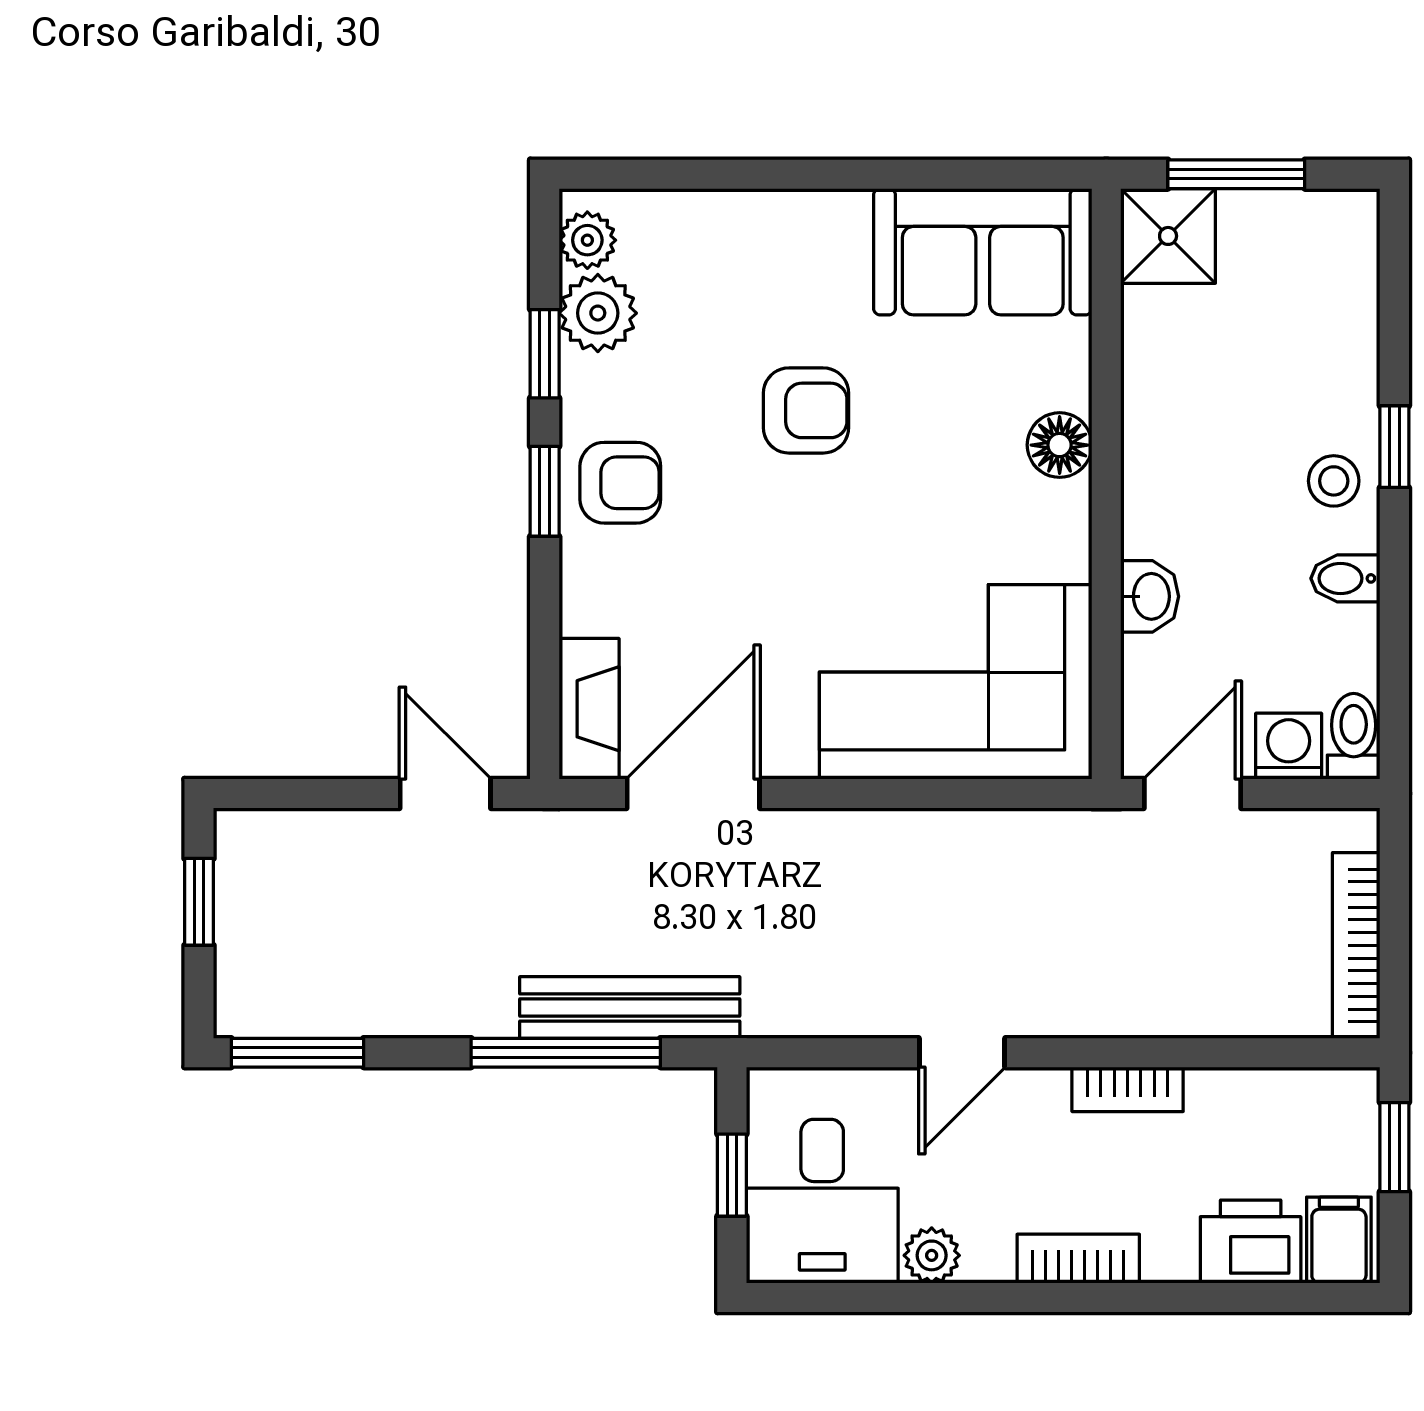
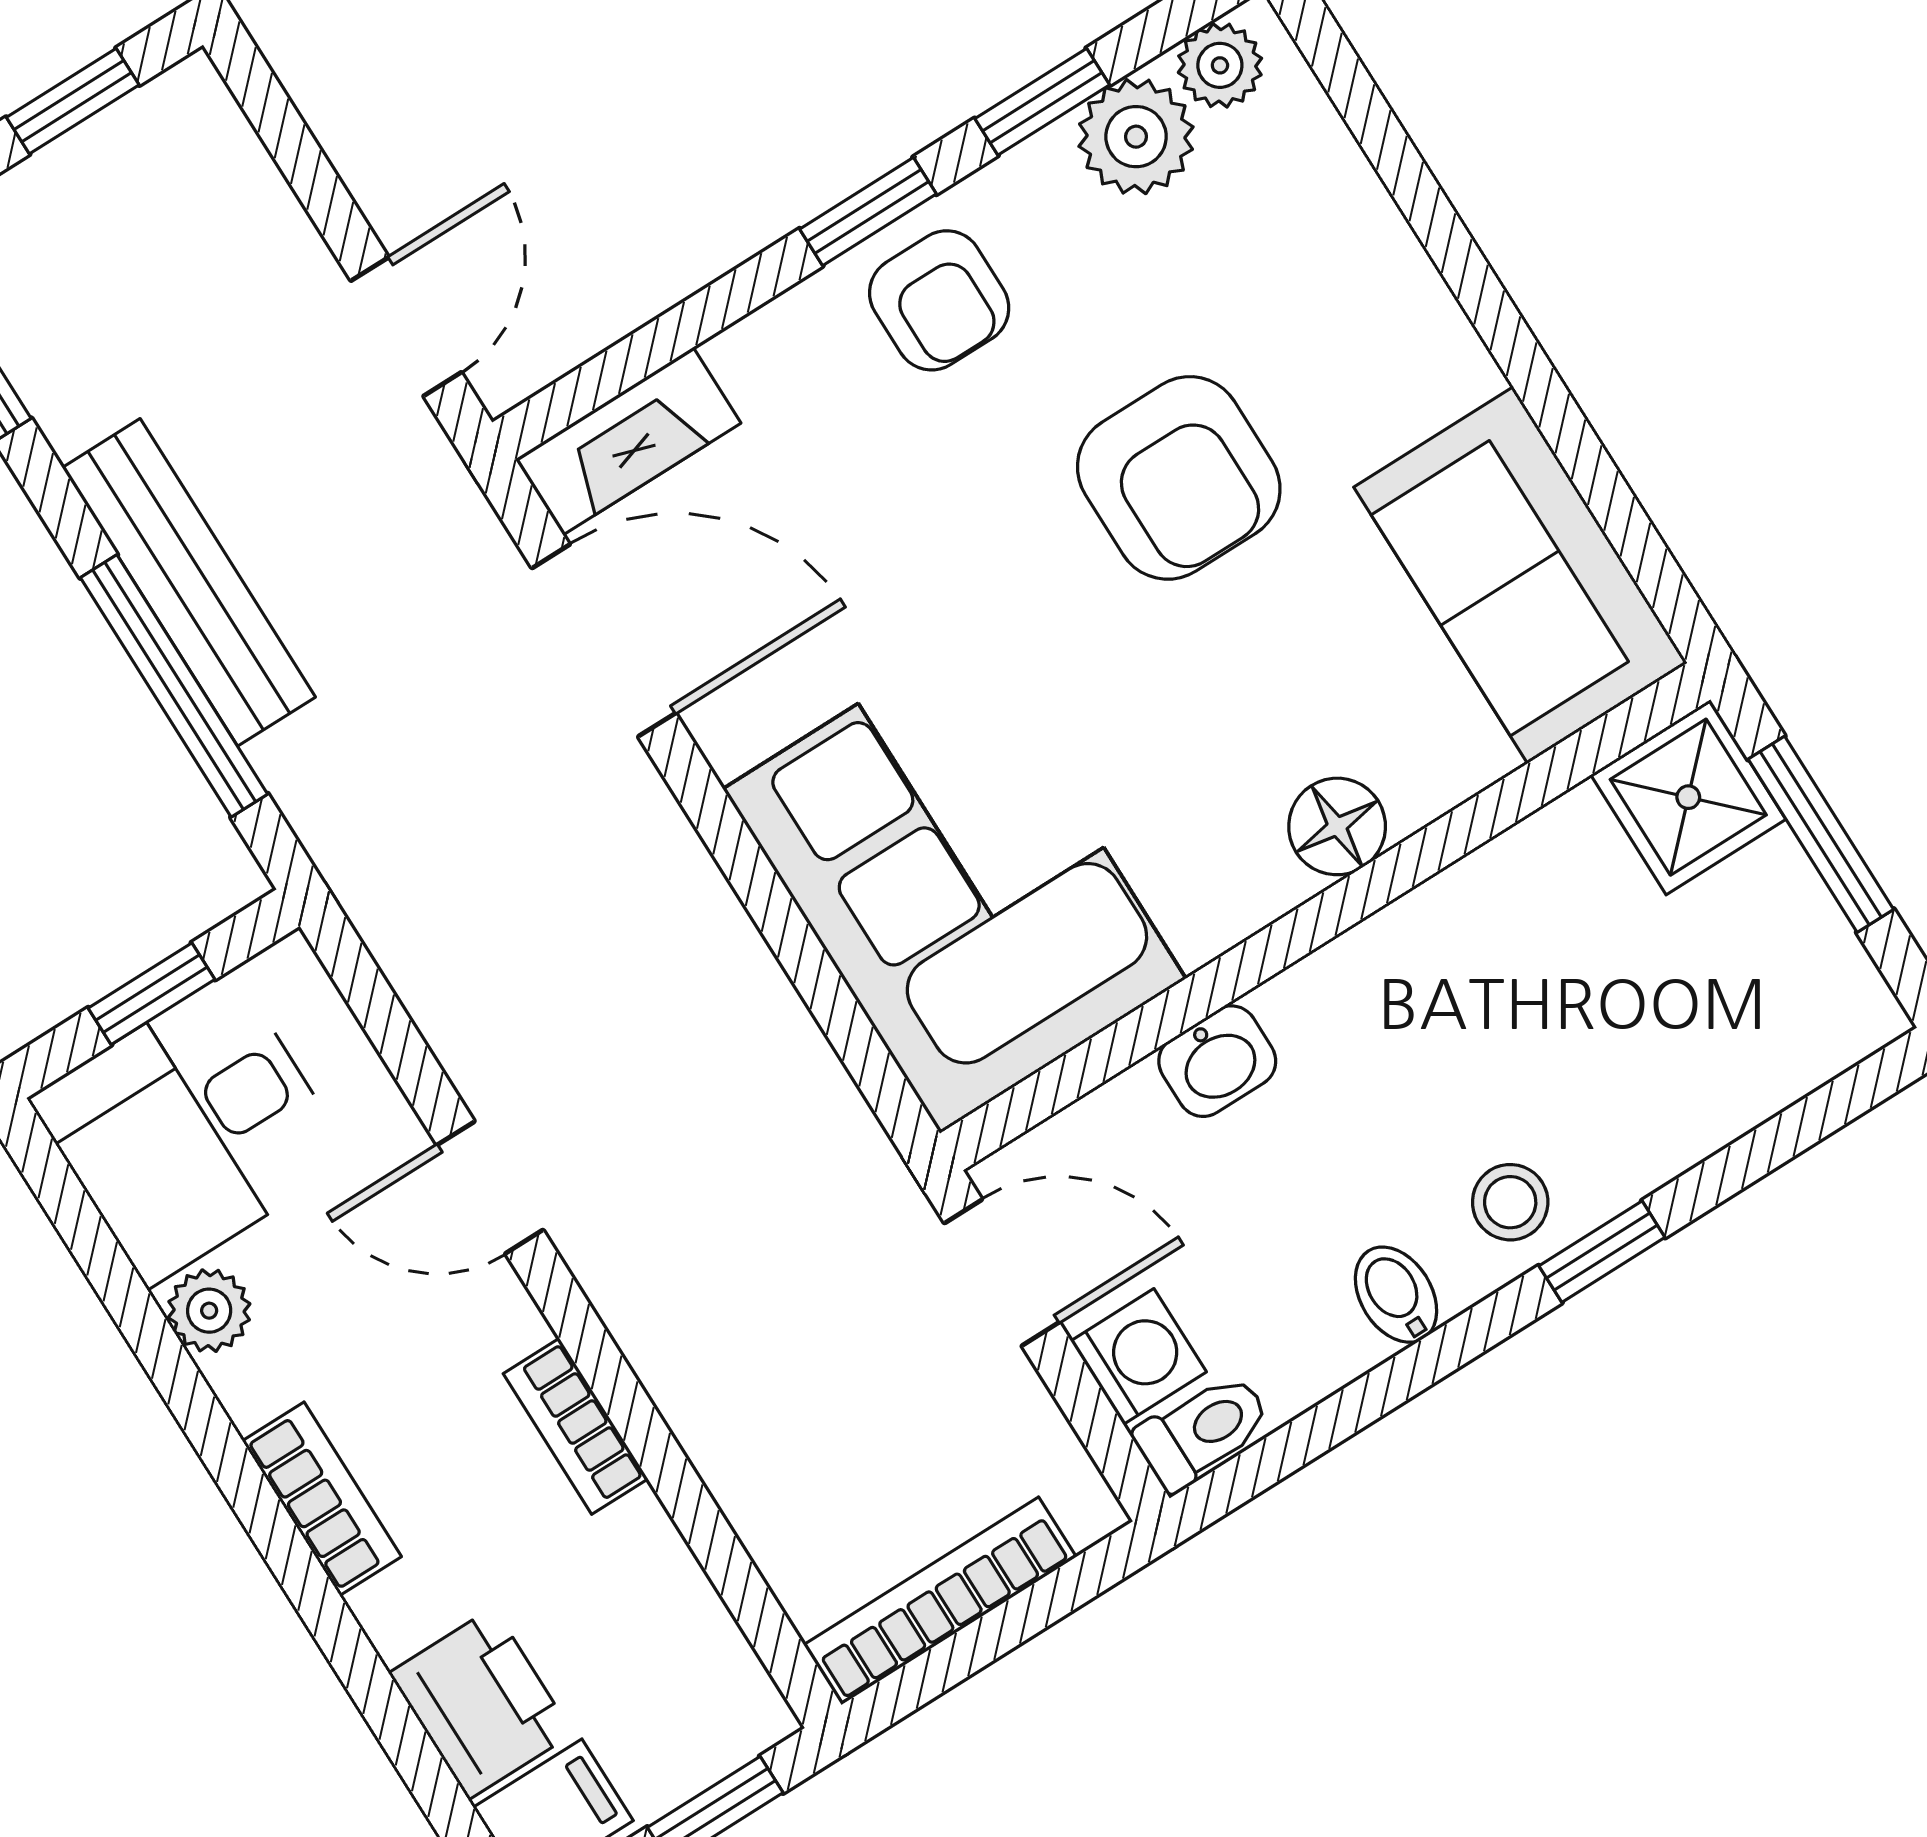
armchair: (806, 410) -> (1179, 478), width x1.38, depth x1.38
bench: (630, 1008) -> (189, 582), moved

